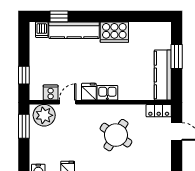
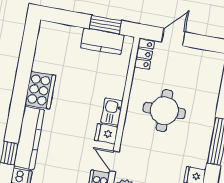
window: (177, 57) -> (106, 25), moved
kitchen counter: (163, 75) -> (102, 41), width x0.67
round table: (116, 135) -> (164, 111), turned -33

